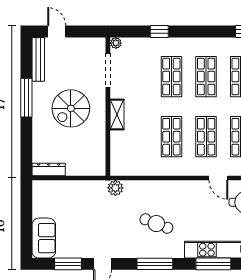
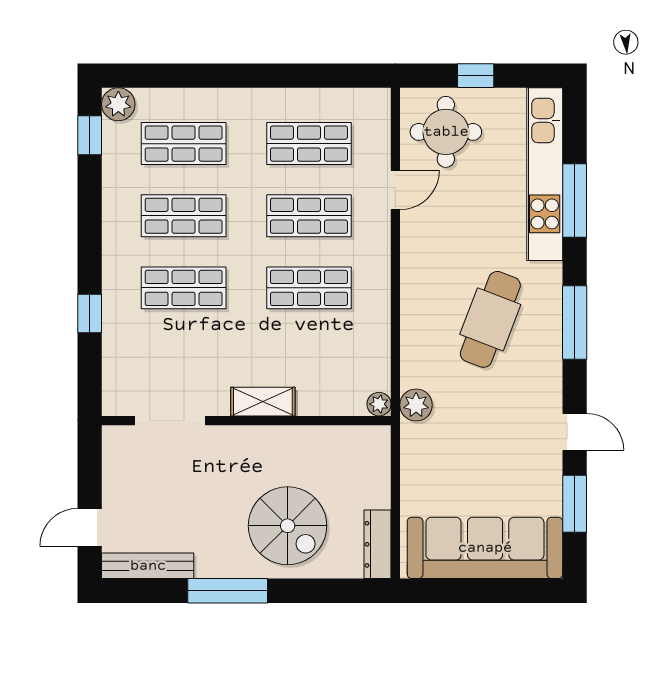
plant: (116, 43) -> (379, 404), moved
spiral stairs: (71, 108) -> (288, 526), moved
cafe table: (156, 224) -> (490, 319), width x1.37, depth x1.35
sofa: (44, 238) -> (485, 548), width x1.85, depth x1.27

